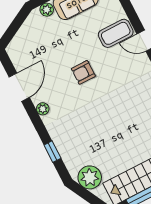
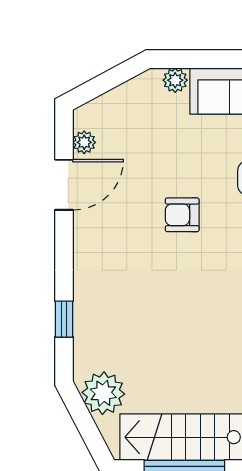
plant: (43, 109) -> (84, 142), moved

